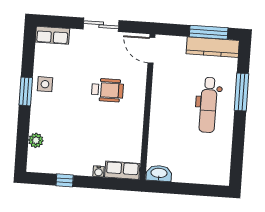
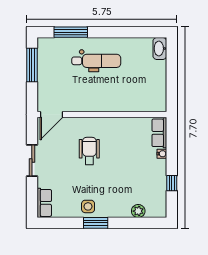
kitchen counter: (213, 47) -> (45, 61), removed
window: (242, 92) -> (71, 32), moved
washbasin: (159, 173) -> (160, 49), moved

